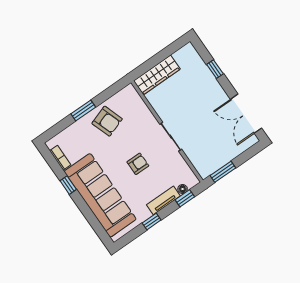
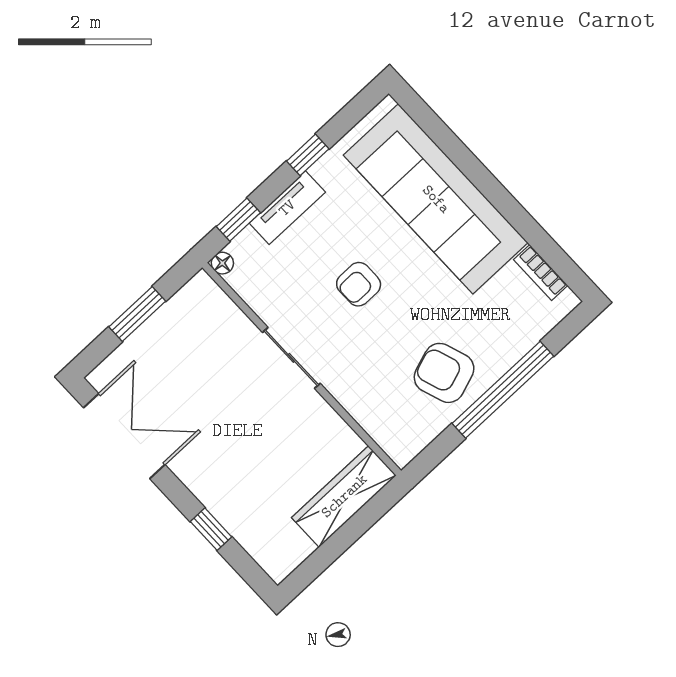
window: (83, 111) -> (503, 390), width x2.11
window: (223, 172) -> (137, 314), moved
window: (68, 185) -> (513, 212), removed
floor lamp: (183, 189) -> (222, 263), moved

